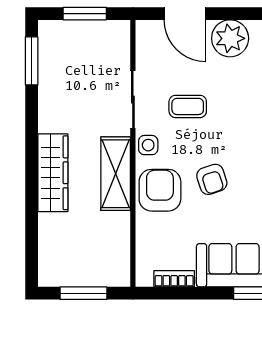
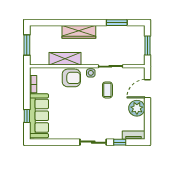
window: (32, 61) -> (117, 23), moved
shelving: (116, 174) -> (65, 59), moved
armchair: (212, 179) -> (76, 100), removed

